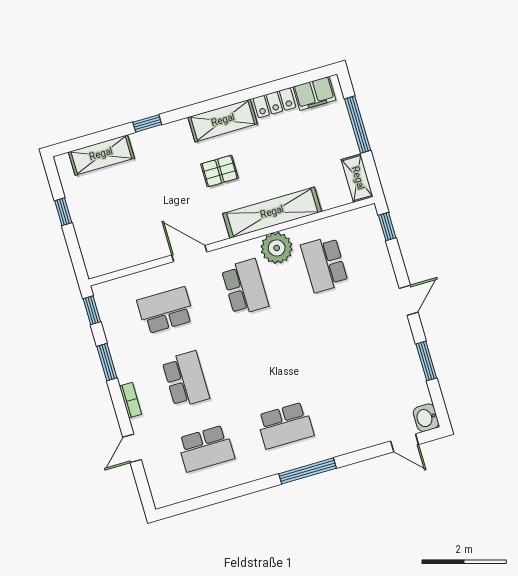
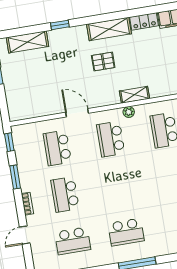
shelving: (272, 213) -> (134, 95), width x0.45, depth x0.75
plant: (277, 248) -> (129, 112), width x0.53, depth x0.53
school desk: (245, 287) -> (111, 139), turned 180
school desk: (166, 310) -> (57, 148), turned -90
school desk: (186, 379) -> (65, 194), turned 180

